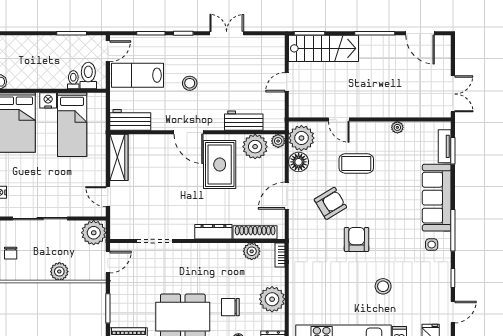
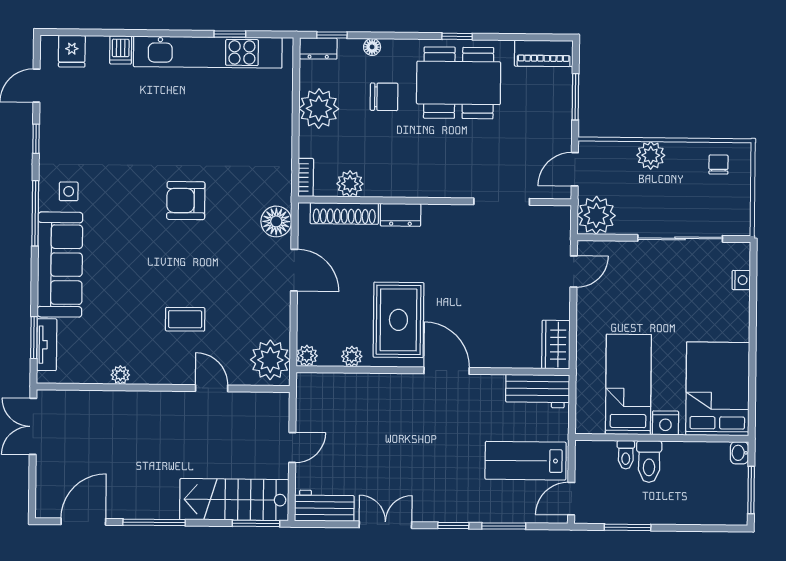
double door: (227, 33) -> (385, 525), swing flipped
door: (420, 33) -> (83, 522), hinge flipped
lab bench: (137, 75) -> (526, 461), turned 180
toilet: (88, 76) -> (649, 462), moved
stool: (190, 83) -> (444, 447), removed
workbench: (244, 121) -> (324, 506), moved, turned 180
plant: (255, 147) -> (352, 356), width x0.53, depth x0.53
wardrobe: (119, 157) -> (556, 345), width x0.67
floor lamp: (299, 162) -> (276, 221), moved
coffee table: (356, 163) -> (185, 319), width x0.73, depth x0.77
door: (287, 196) -> (294, 270), hinge flipped
door: (108, 197) -> (574, 271), hinge flipped
armchair: (330, 203) -> (226, 257), removed
dresser: (213, 232) -> (401, 215), width x0.70
armchair: (357, 239) -> (186, 201), turned 90
chair: (11, 253) -> (718, 164), moved
stool: (383, 286) -> (145, 127), removed

